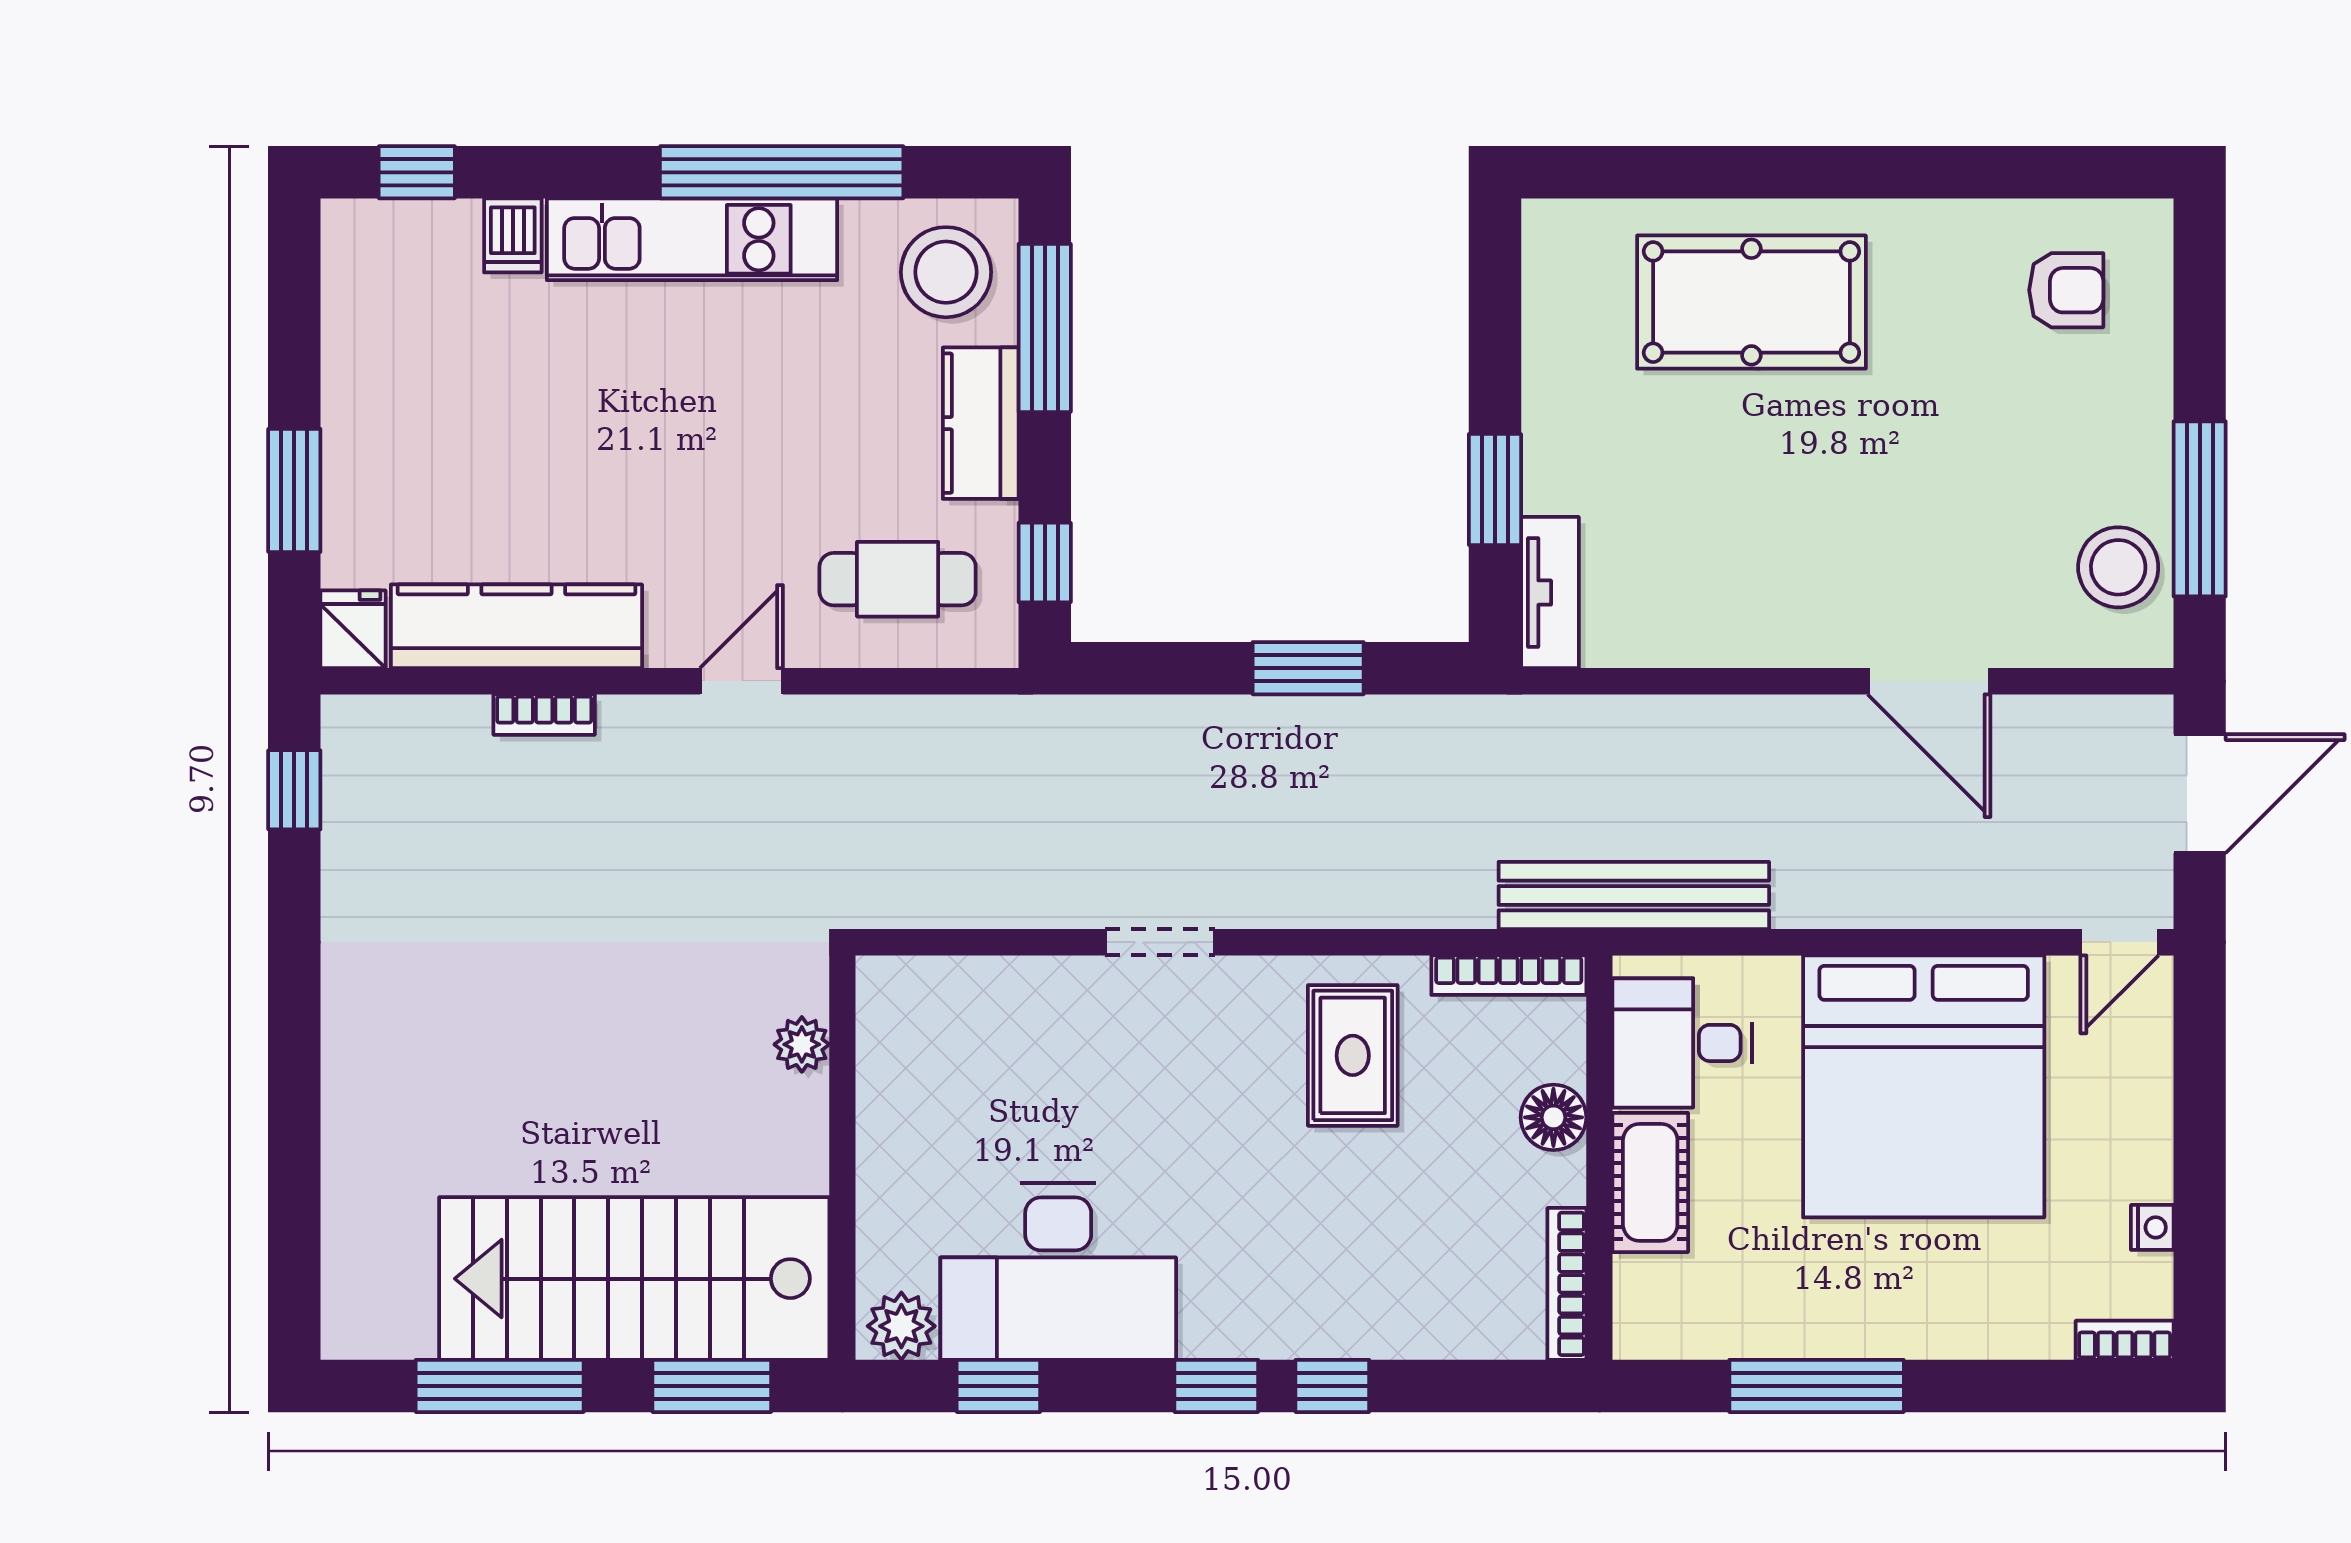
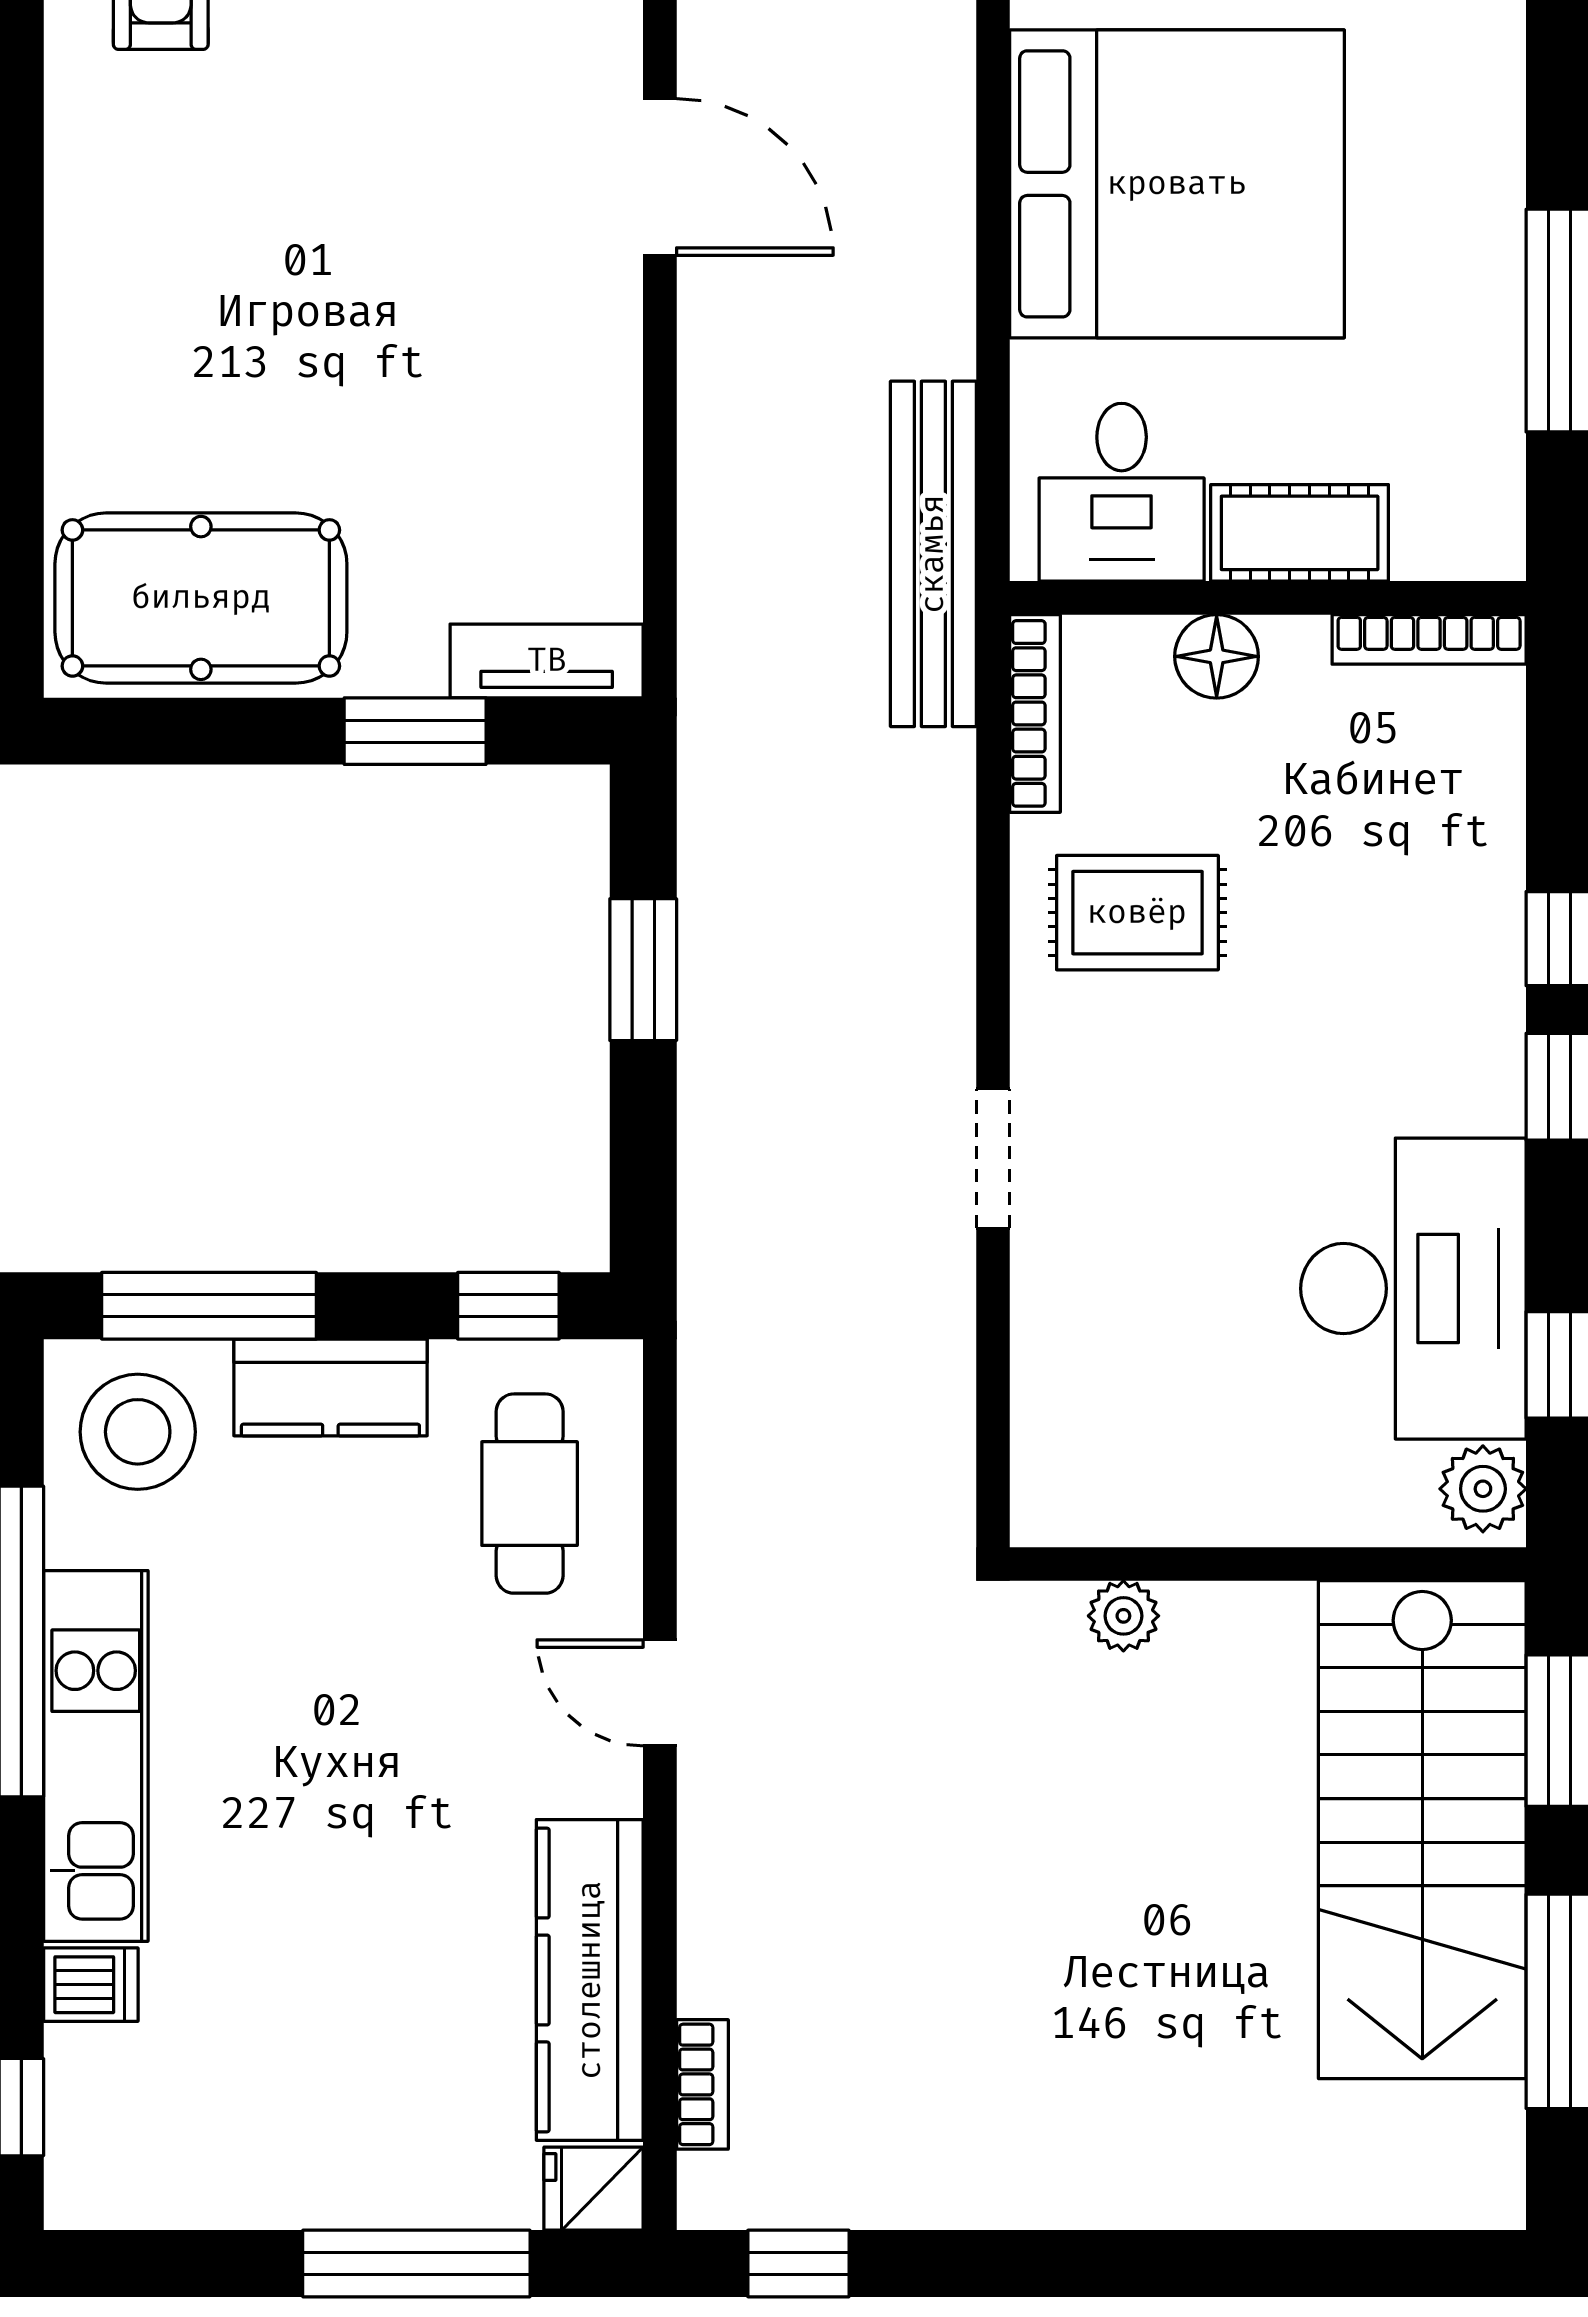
pool table: (1751, 302) -> (201, 598), moved, turned 90
window: (294, 490) -> (416, 2264), width x1.44
door: (1929, 681) -> (660, 177), hinge flipped
bookcase: (544, 715) -> (702, 2084), moved

